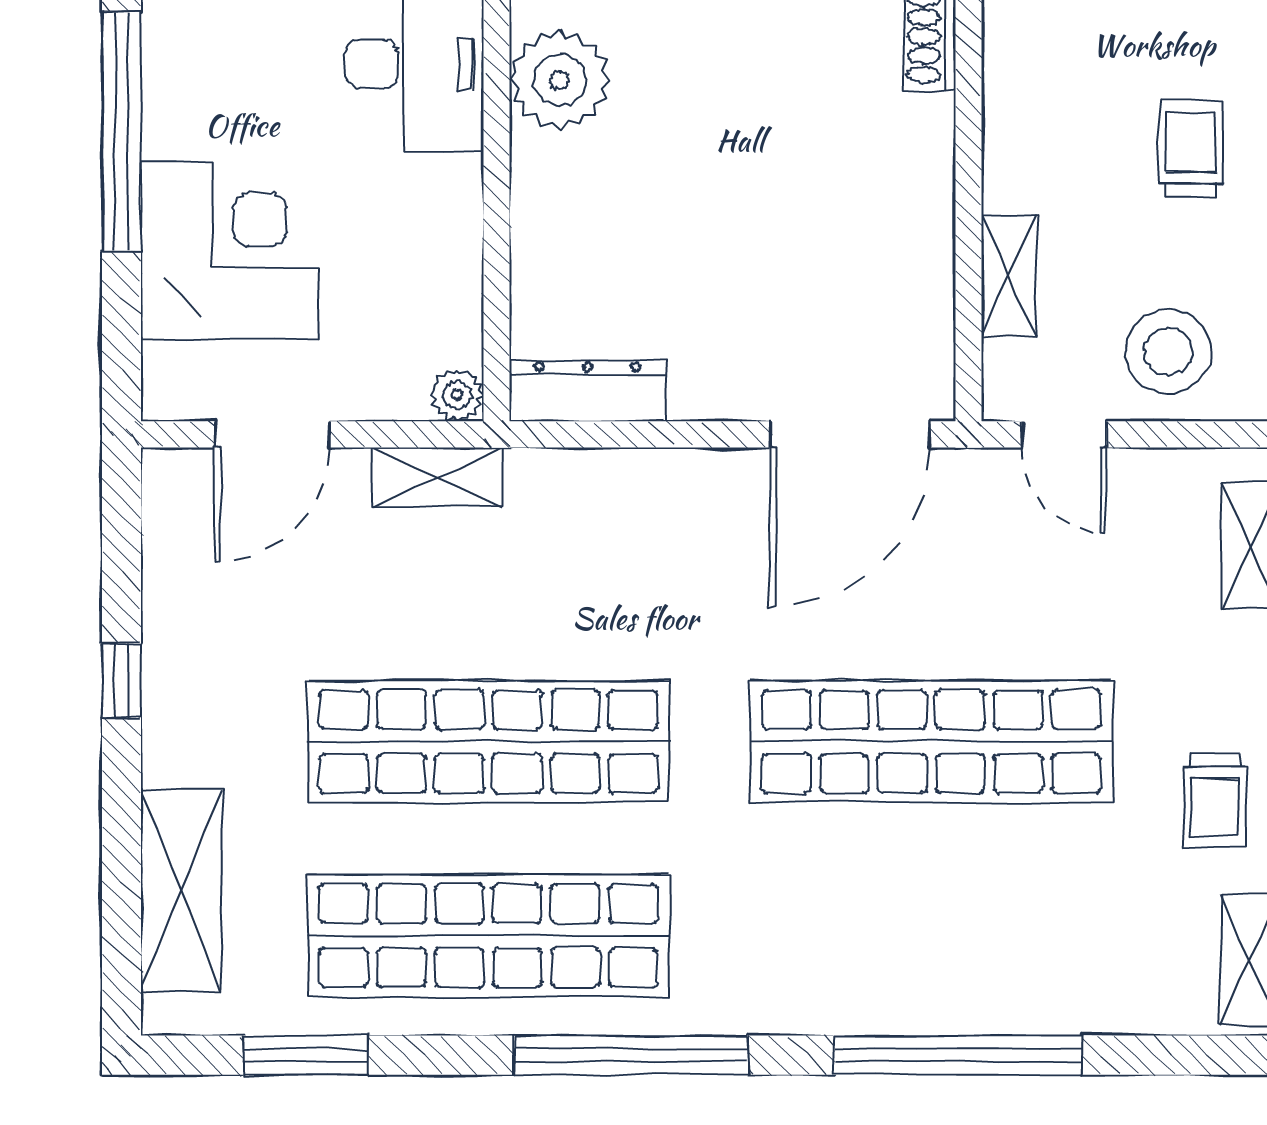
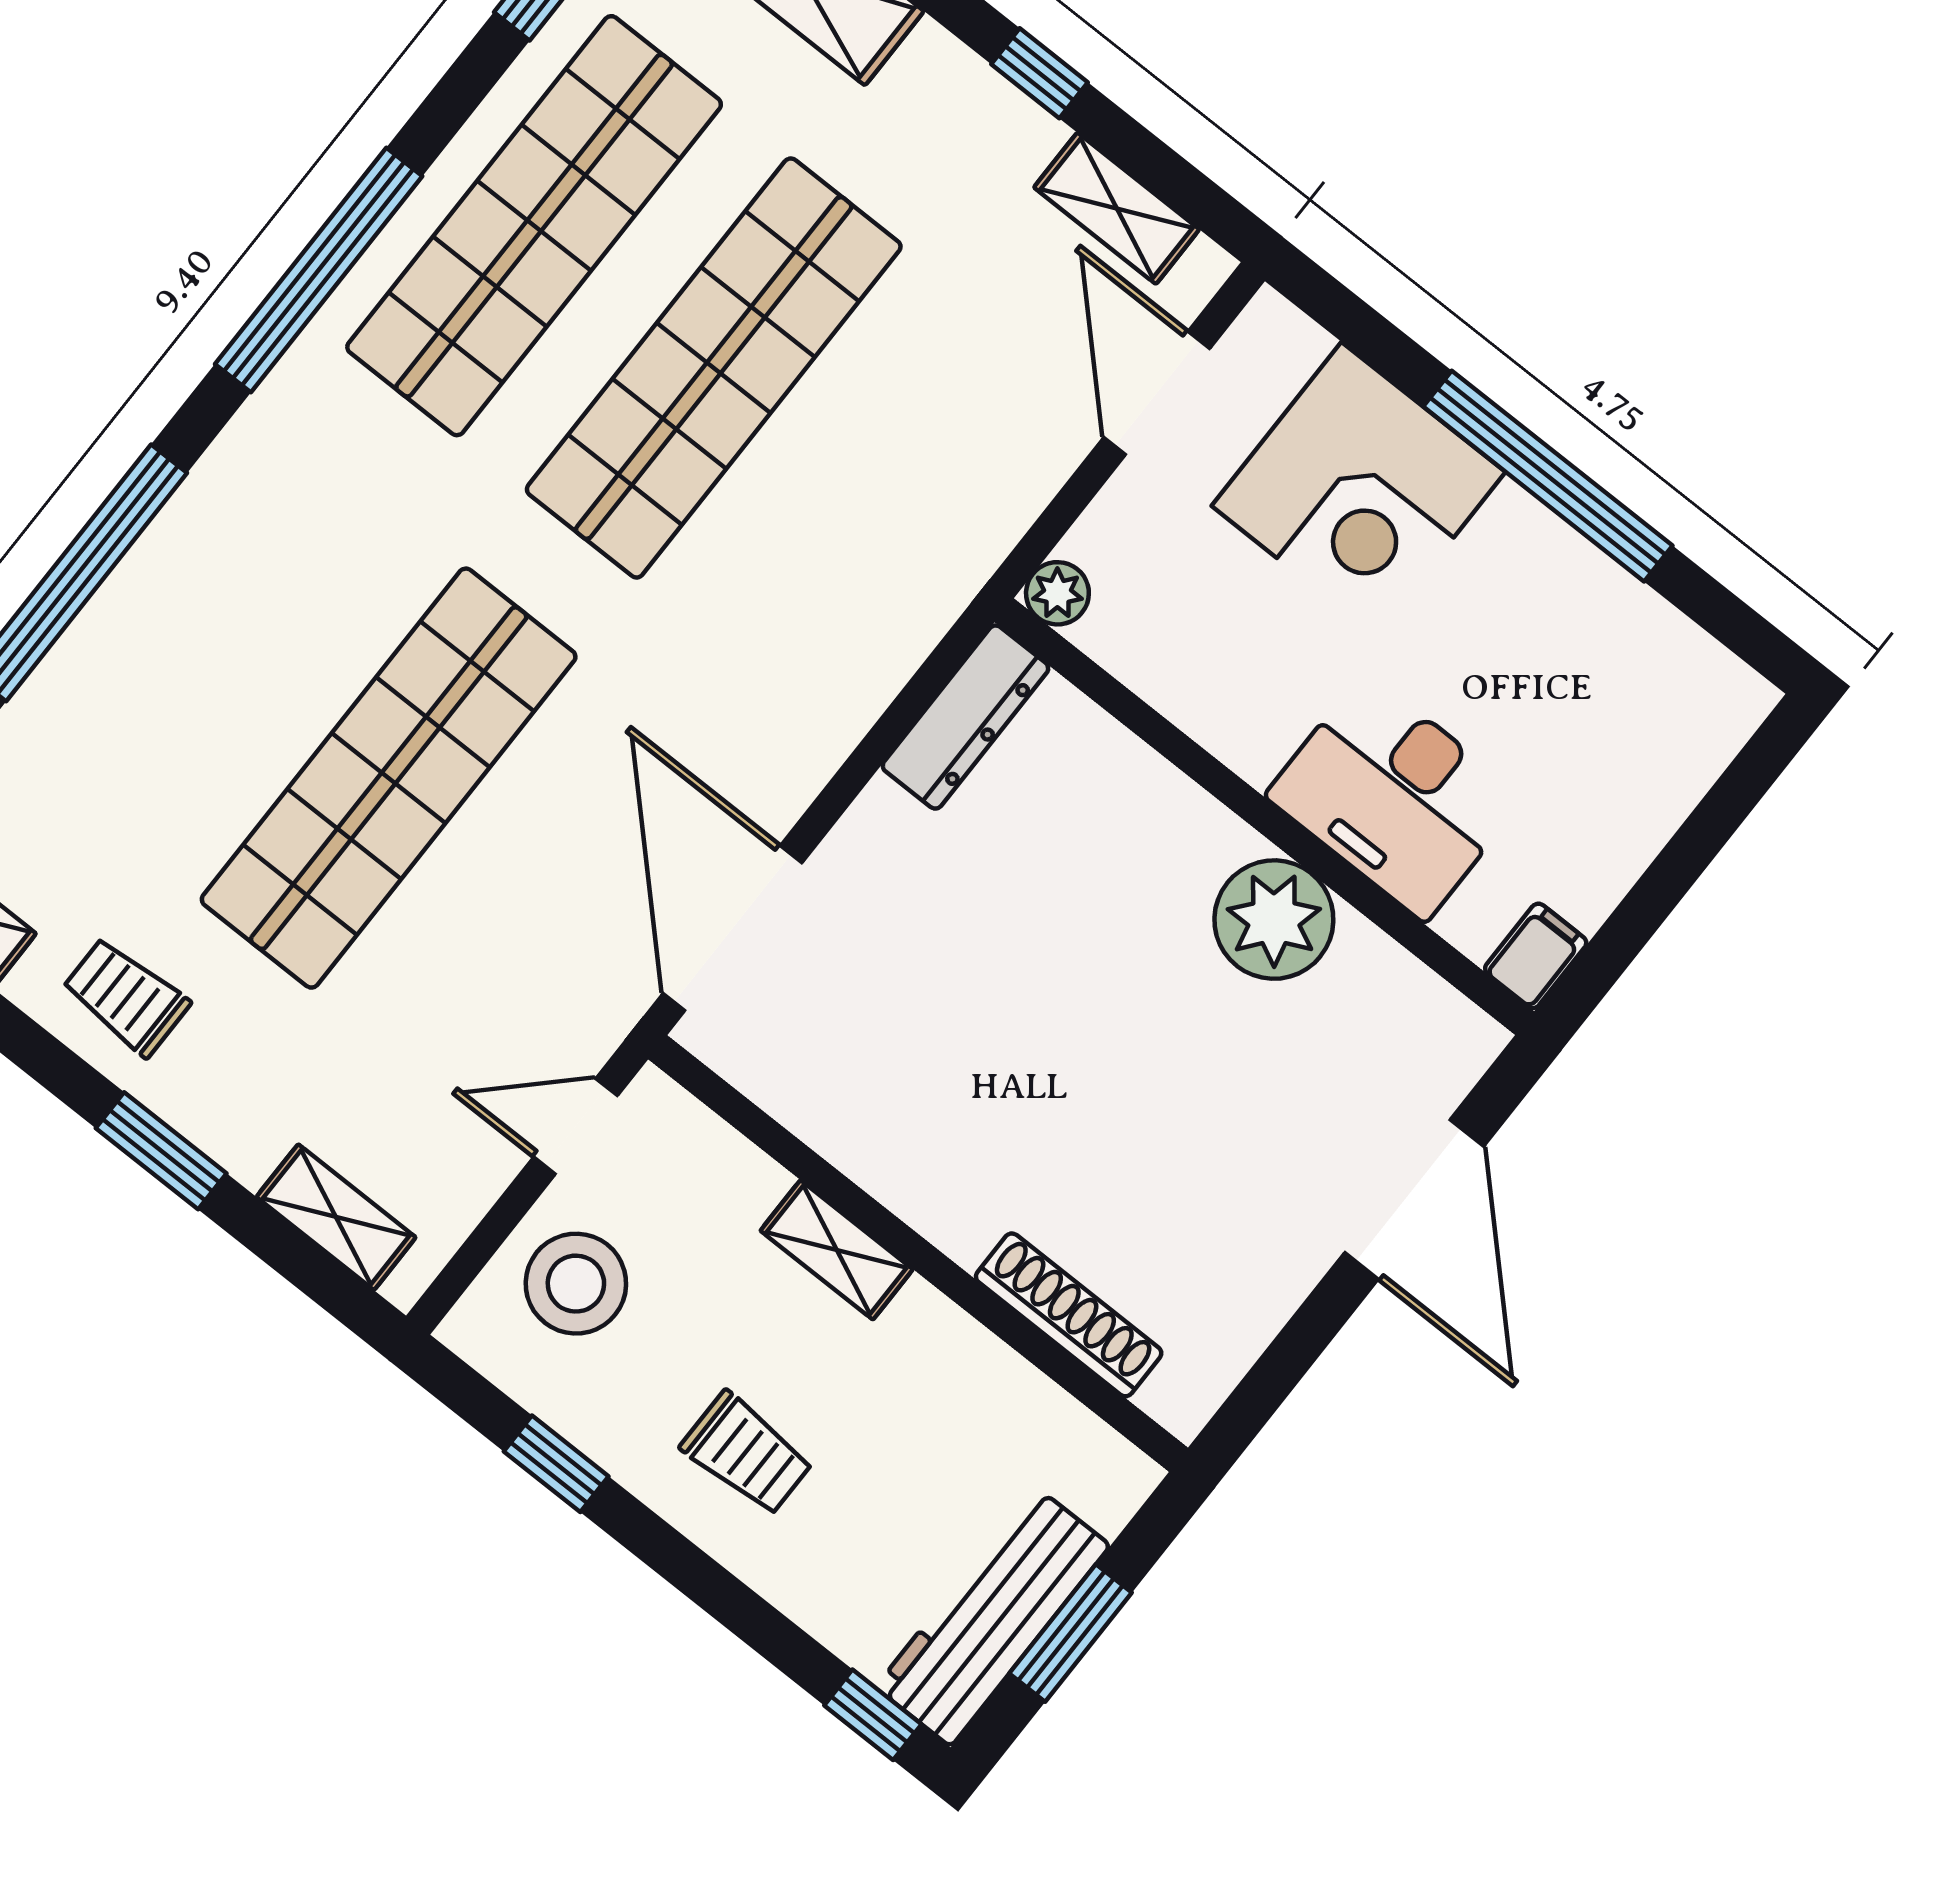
shelving: (1009, 276) -> (837, 1250), moved
shelving: (437, 477) -> (1117, 208), moved, turned 90

